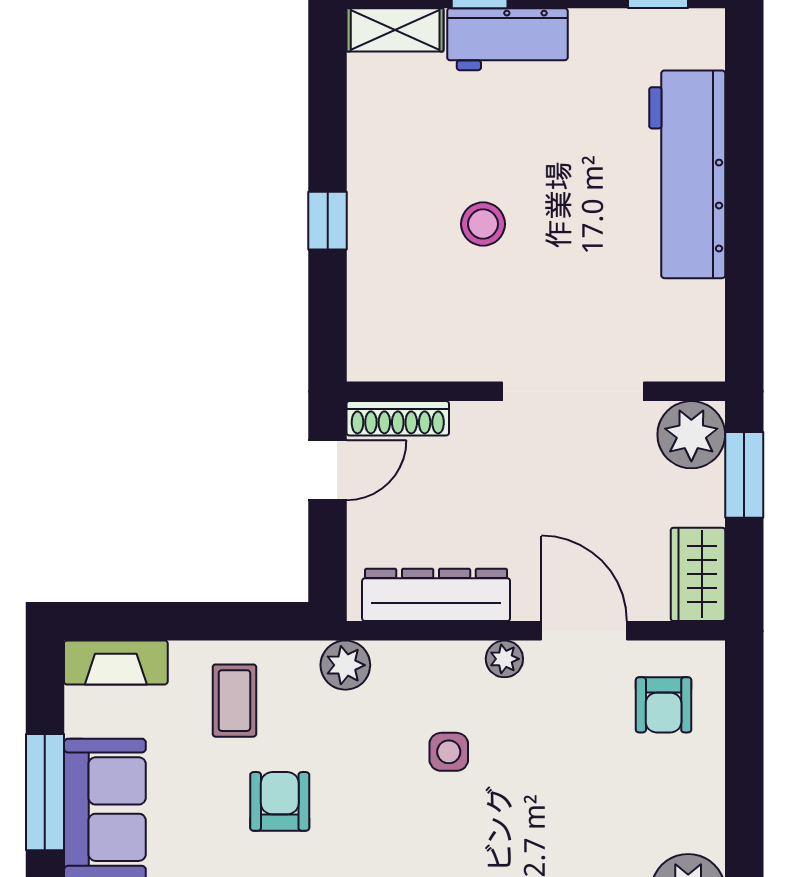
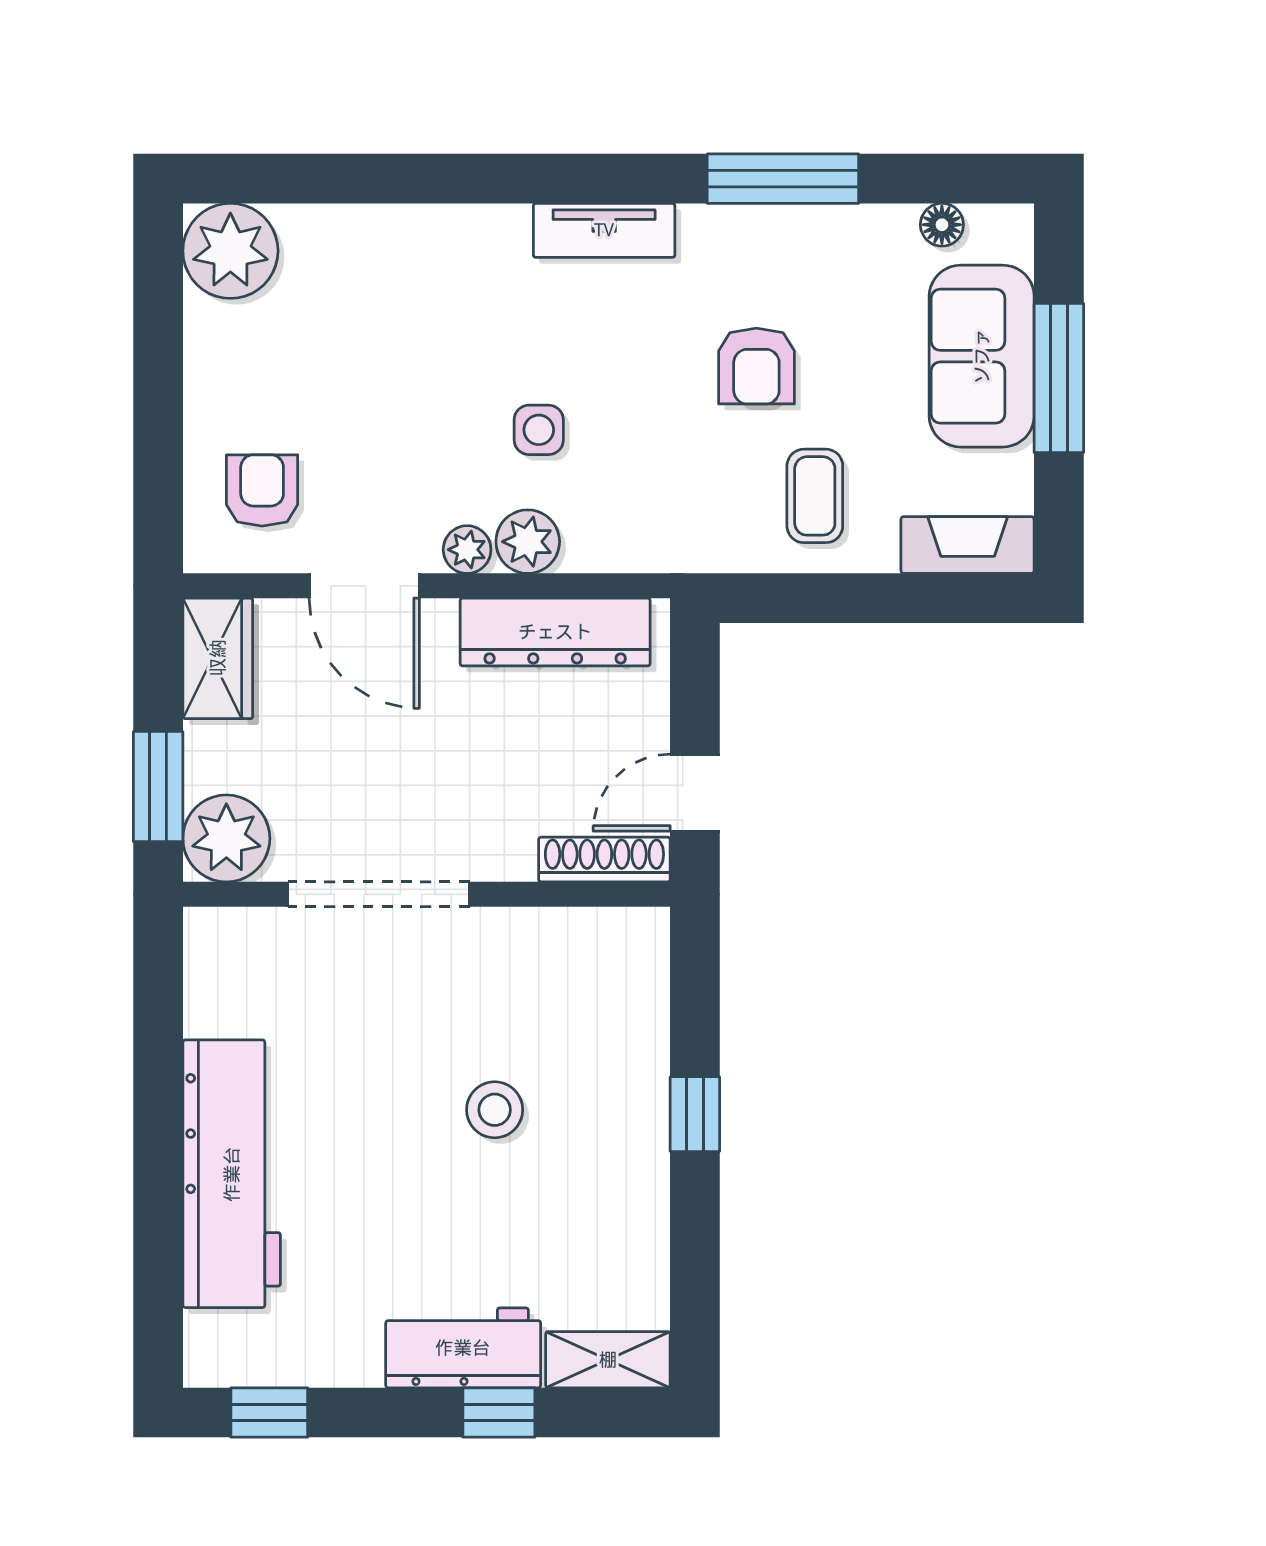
plant: (345, 665) -> (528, 542), moved

